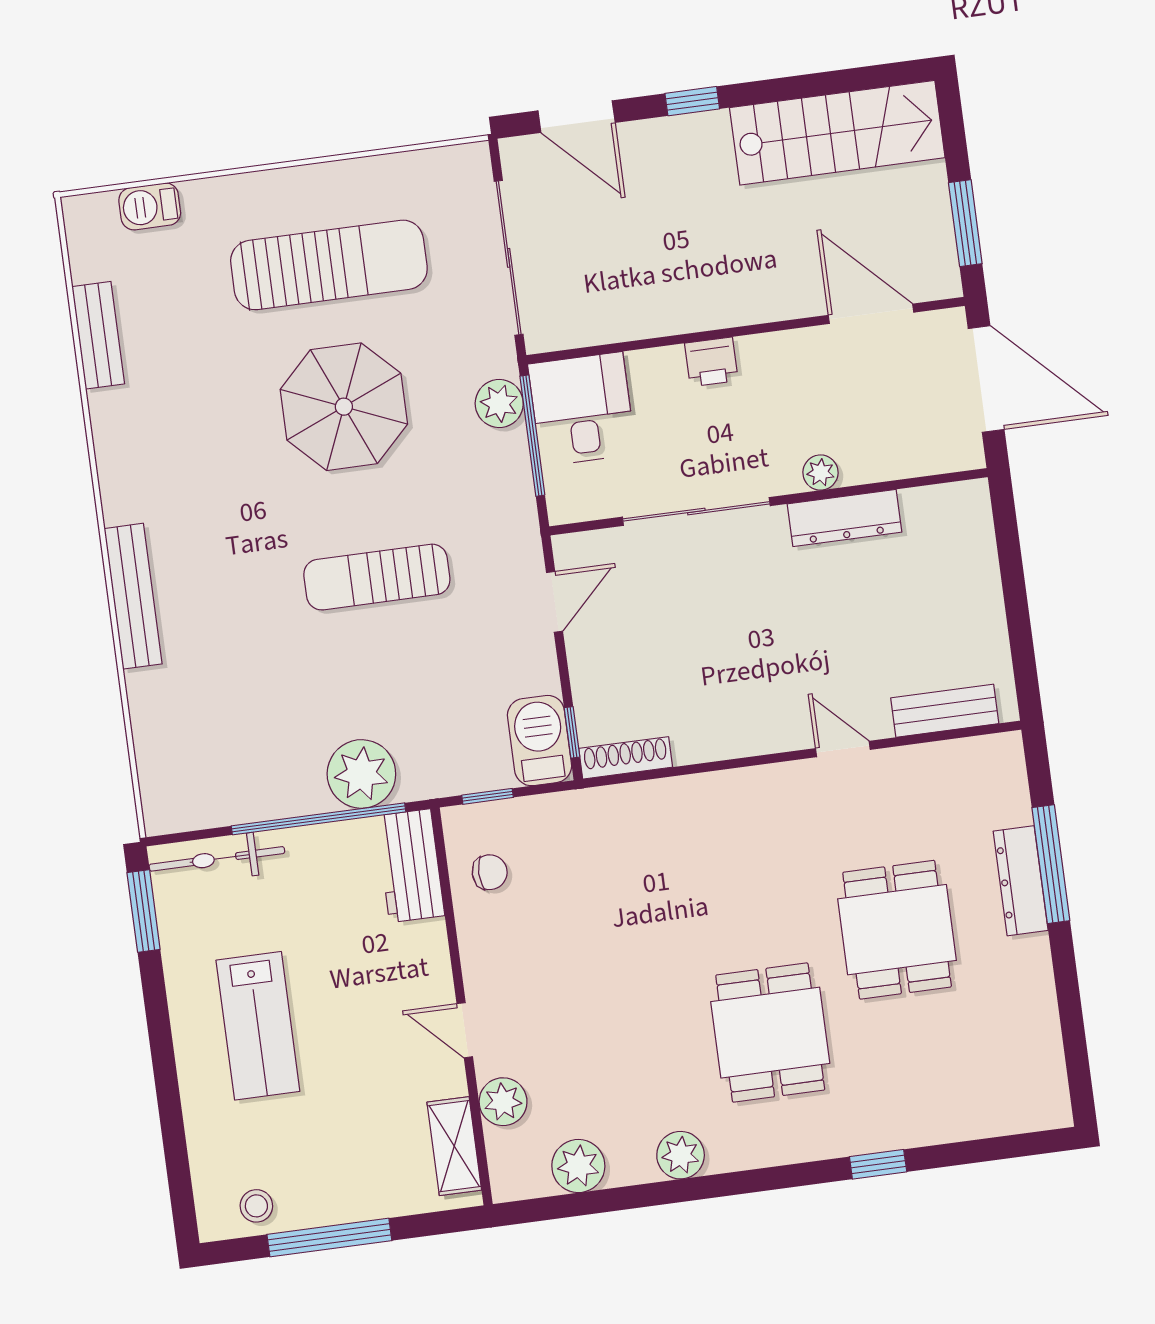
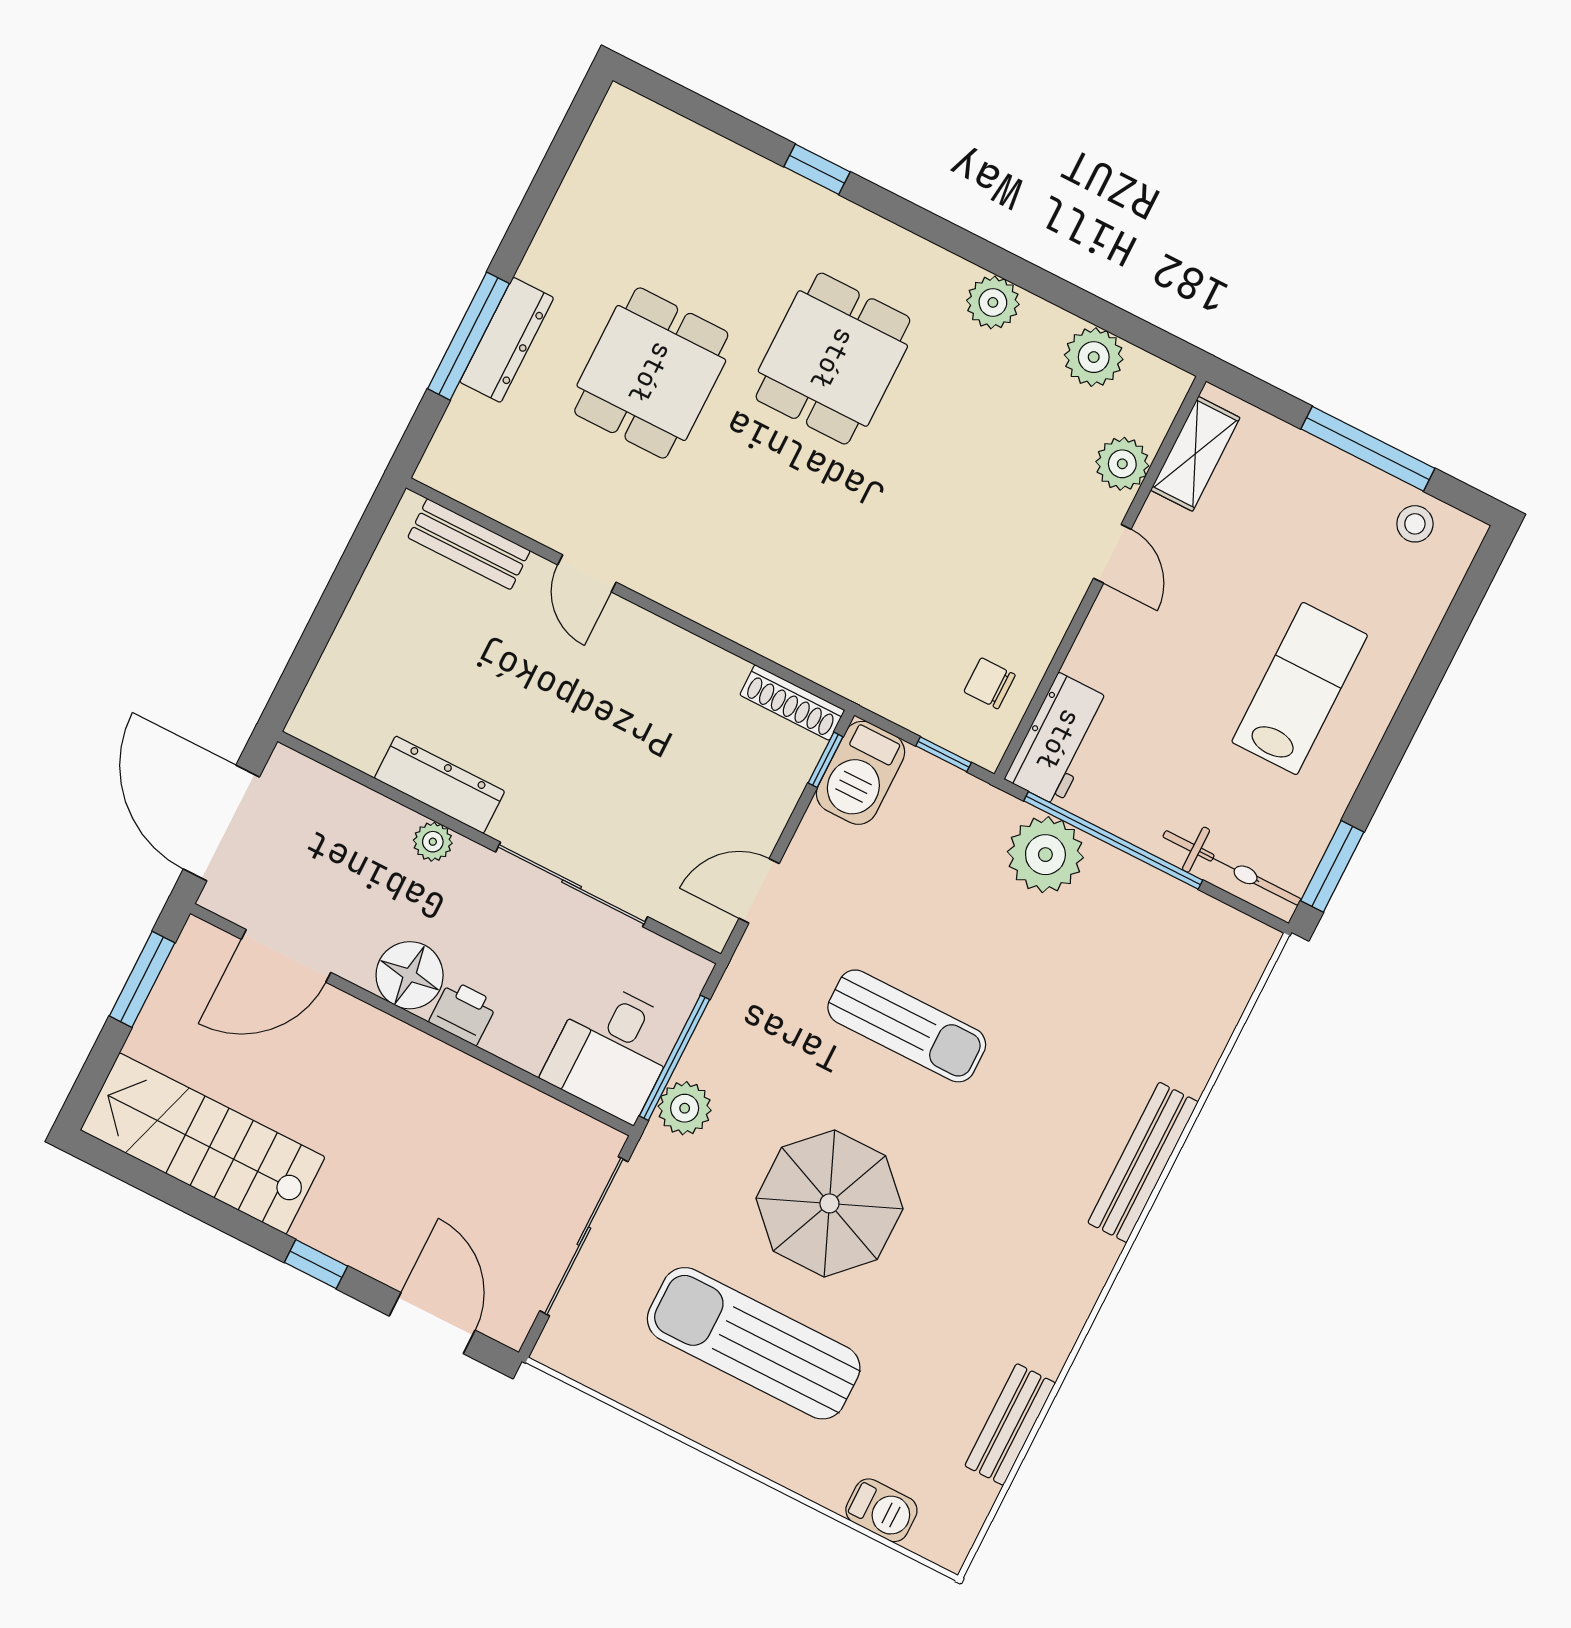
door: (871, 314) -> (286, 956), hinge flipped
floor lamp: (770, 362) -> (410, 975), added

